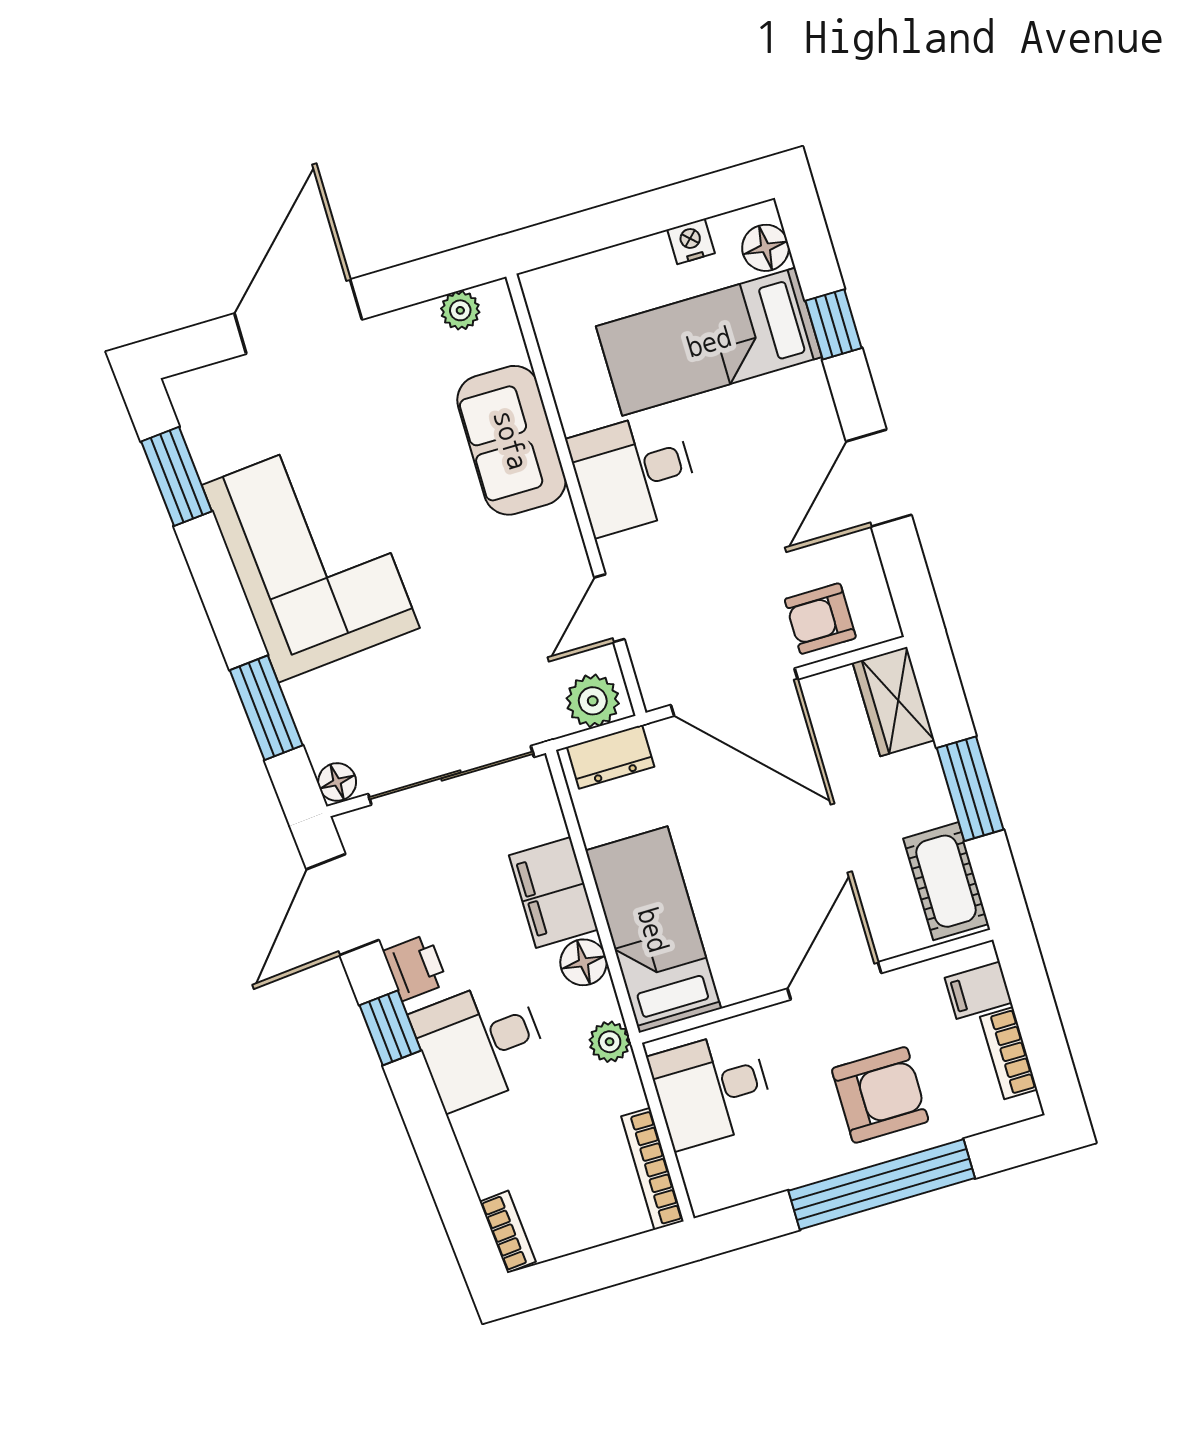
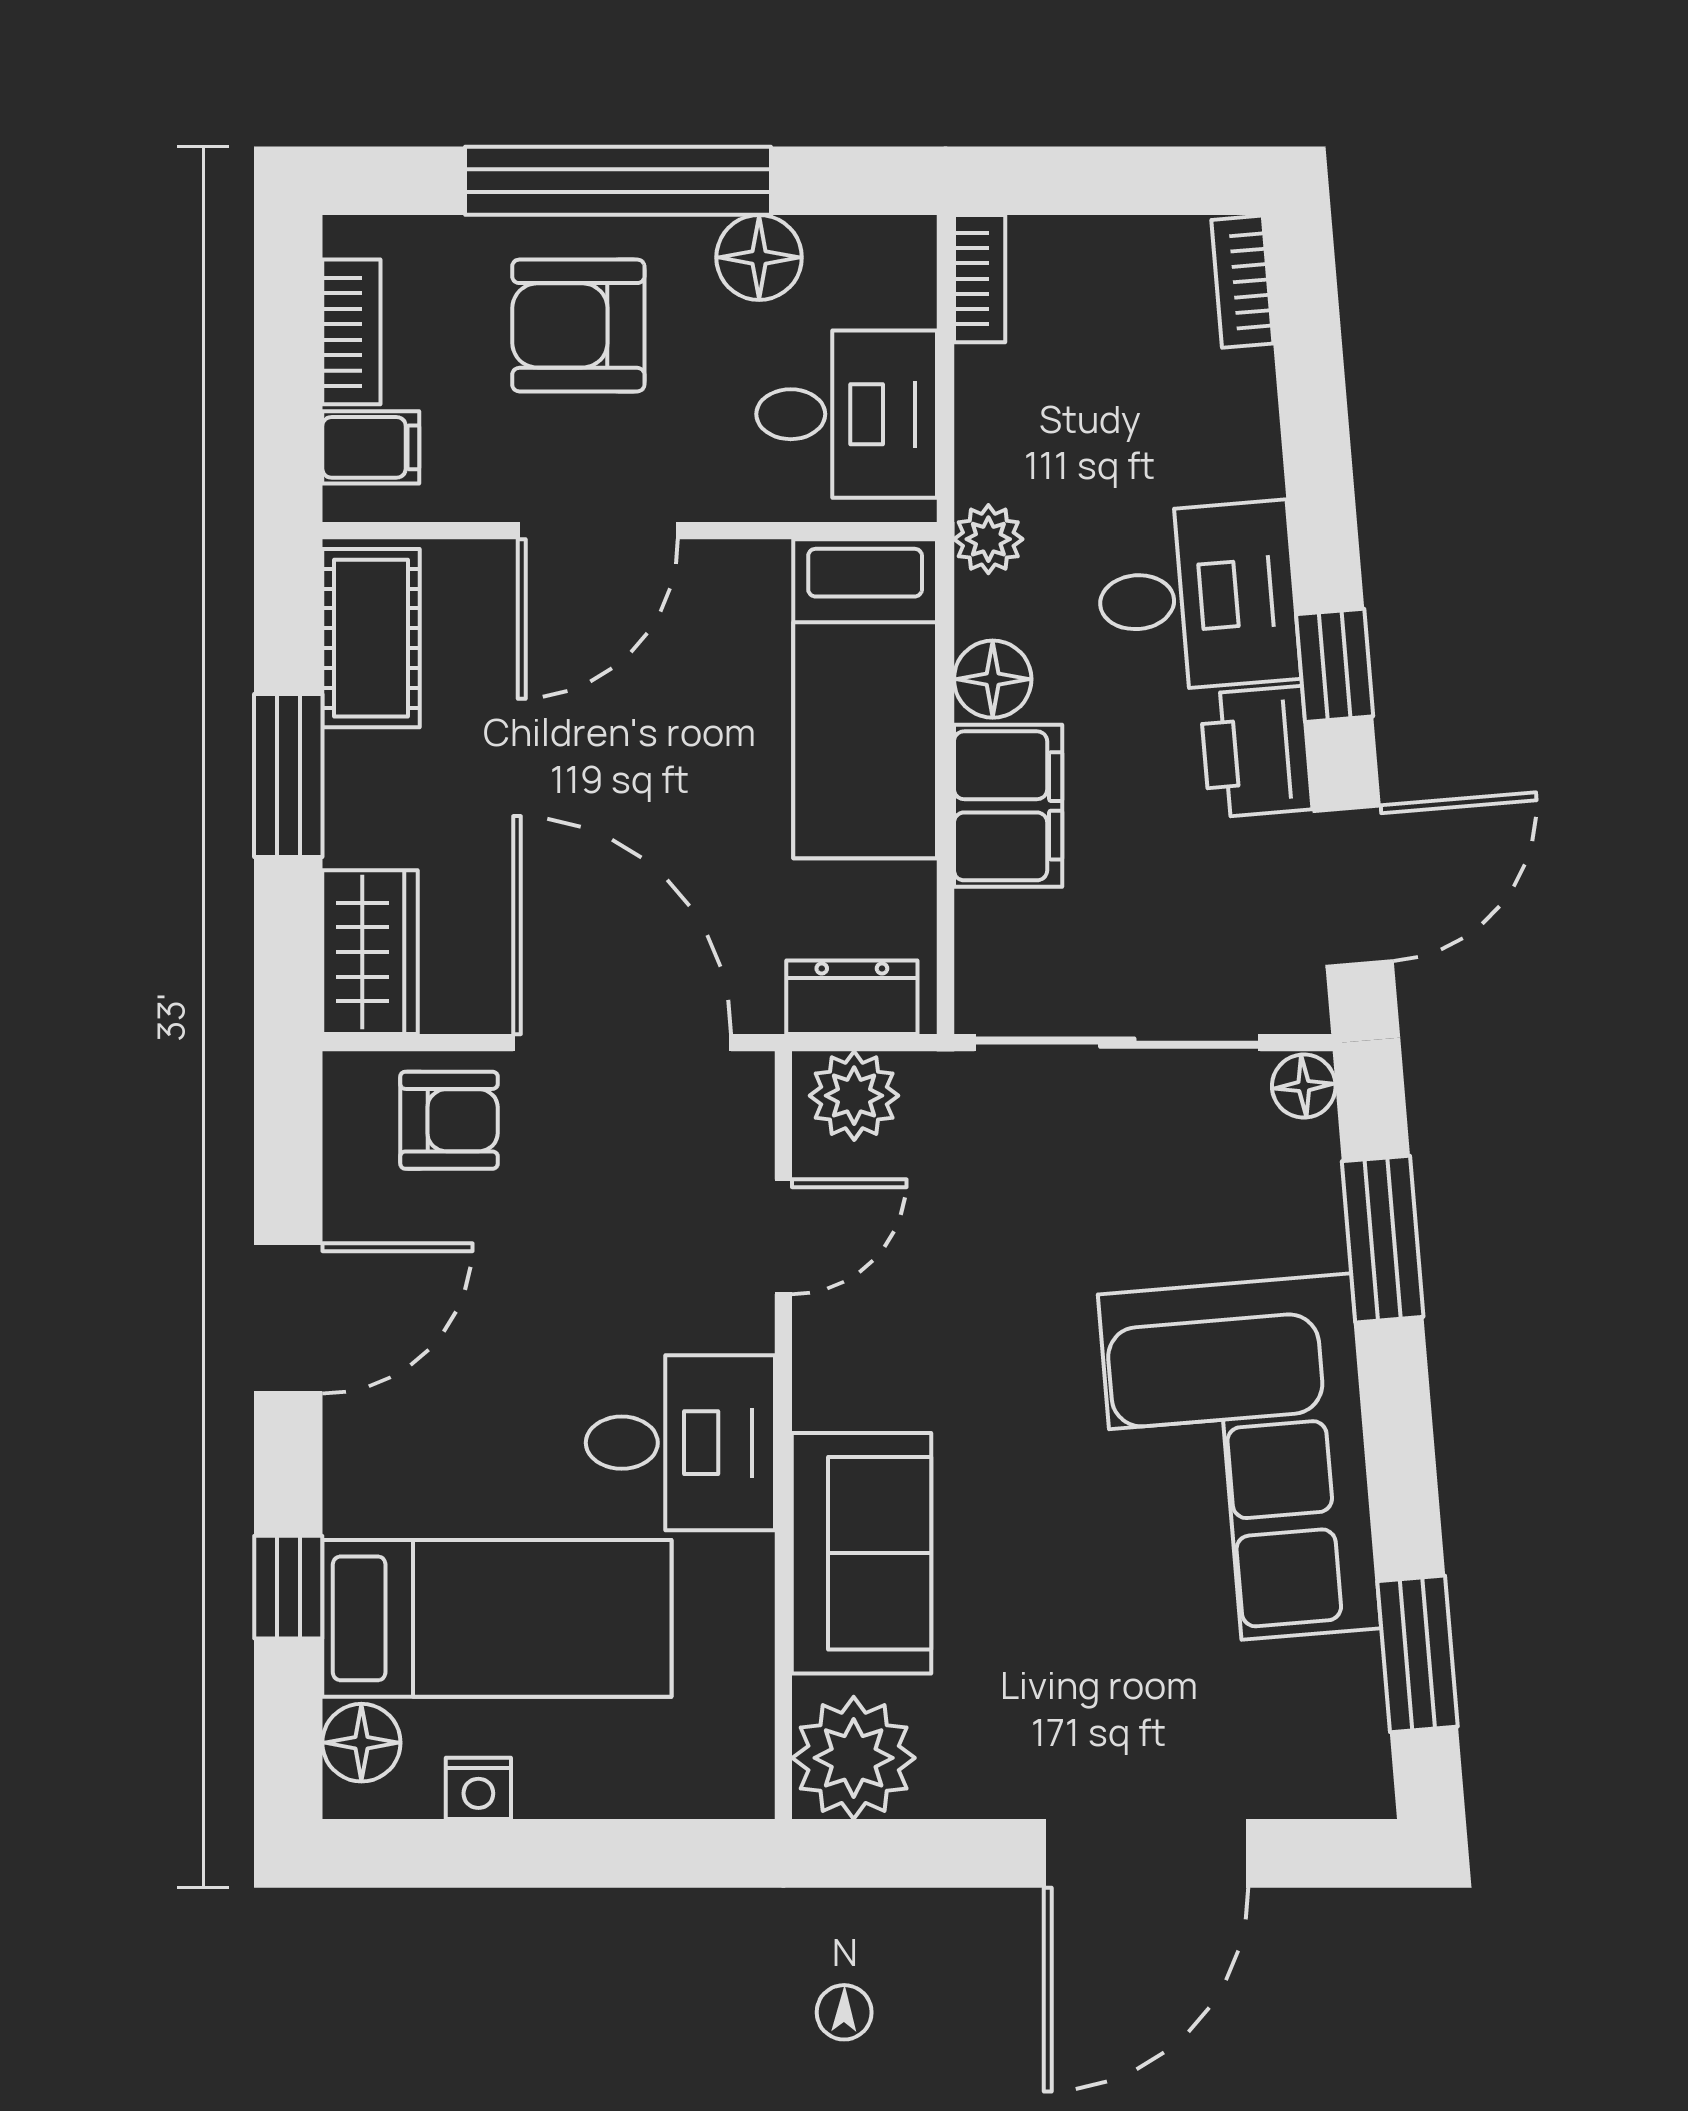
plant: (460, 310) -> (854, 1758), width x1.88, depth x1.88
printer: (415, 967) -> (1256, 752), width x1.36, depth x1.24
floor lamp: (788, 1164) -> (759, 257), added
bookcase: (652, 1169) -> (980, 279), width x0.64

